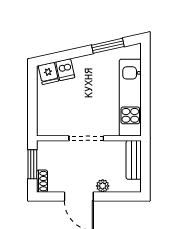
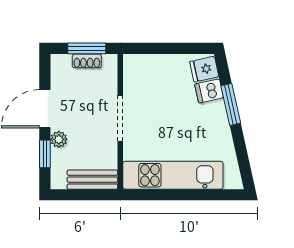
window: (108, 46) -> (231, 104), moved
shoe rack: (42, 181) -> (87, 61), moved
window: (114, 196) -> (45, 154), added

